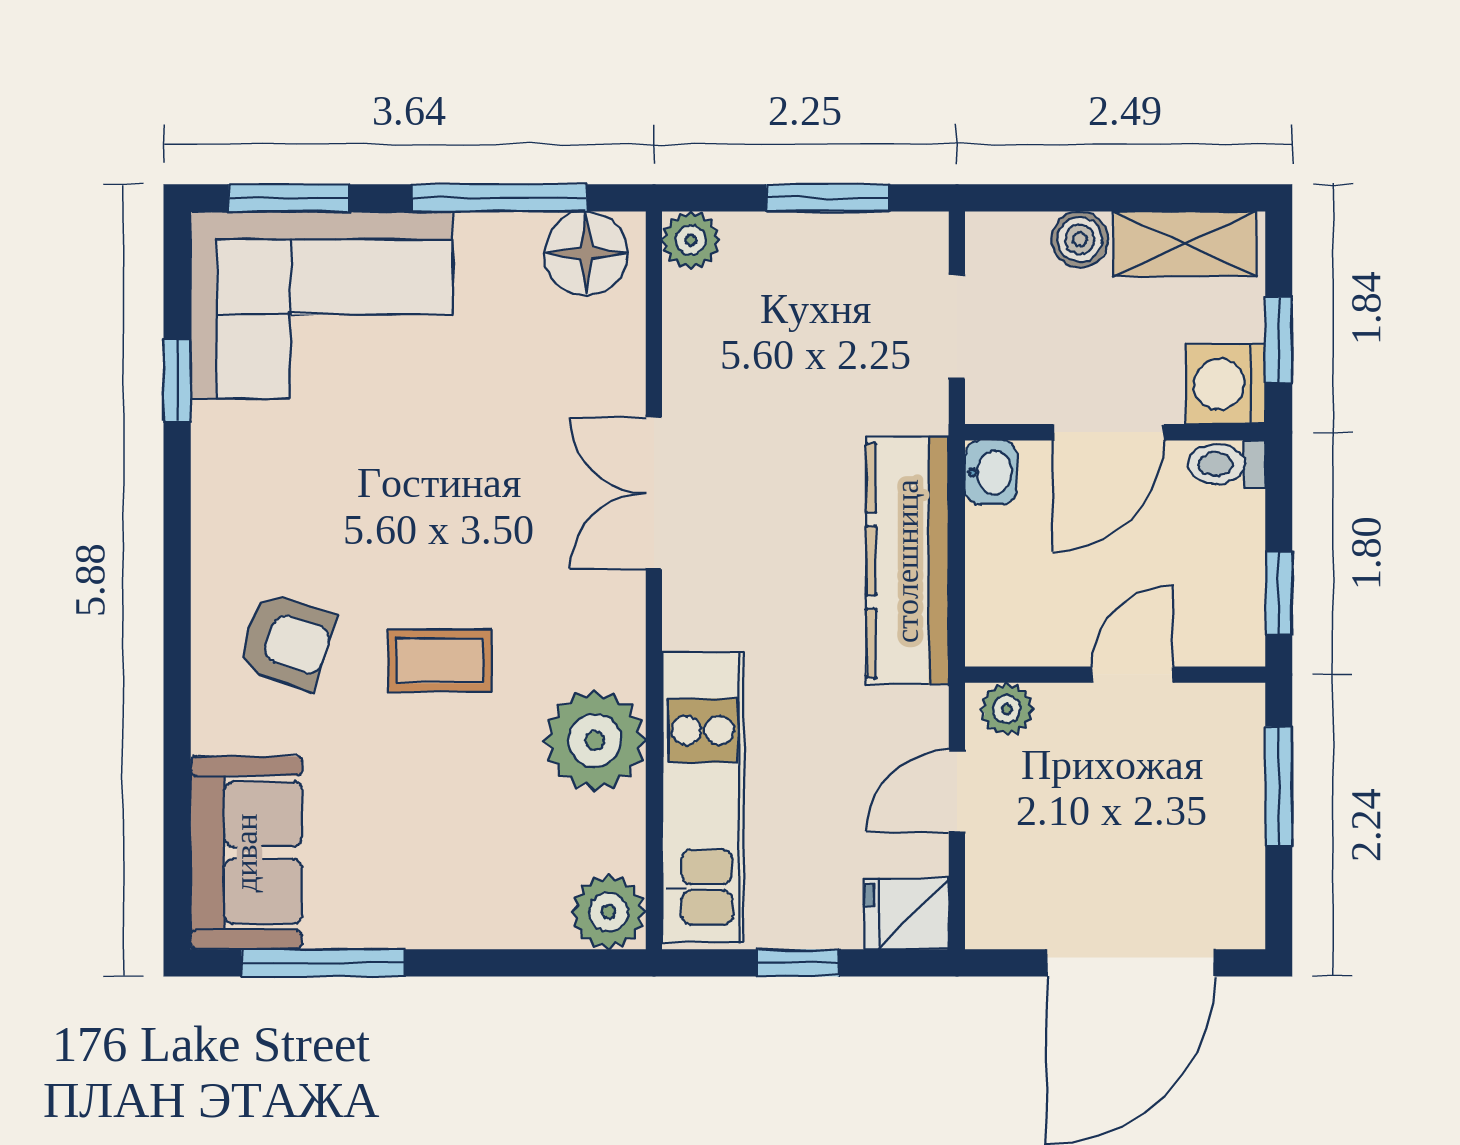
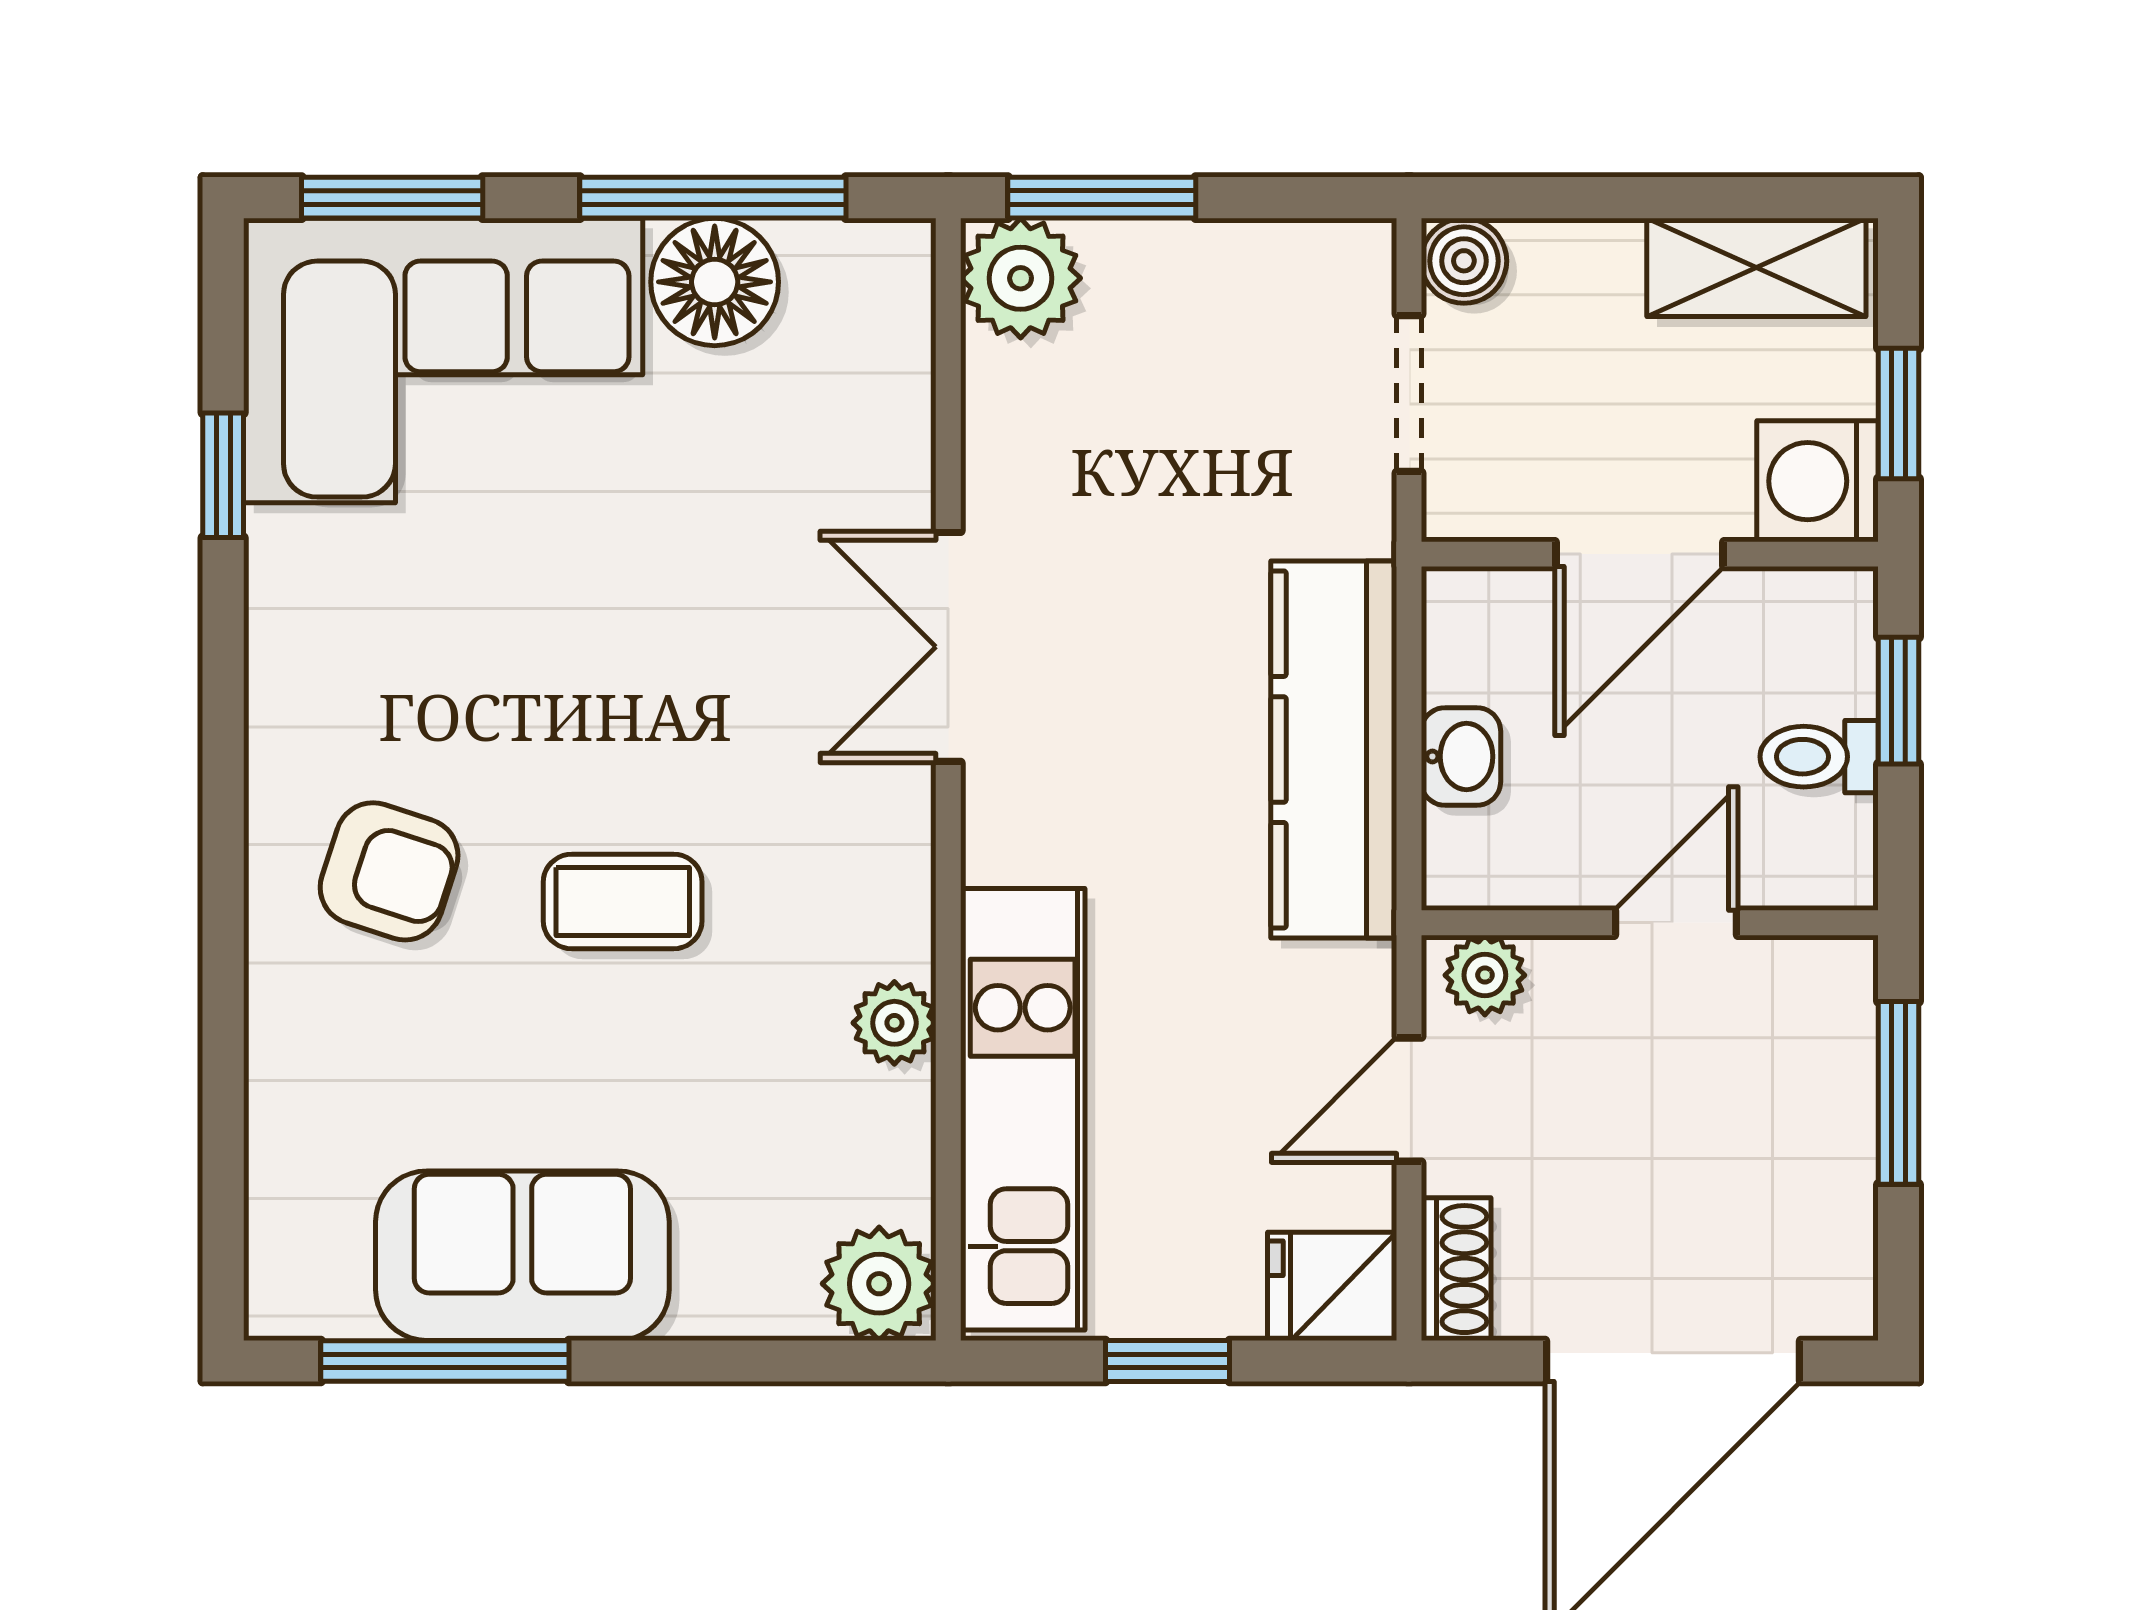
window: (828, 198) -> (1102, 198), moved
boiler: (1080, 239) -> (1464, 261), moved
plant: (691, 240) -> (1021, 278), width x1.38, depth x1.38
floor lamp: (586, 253) -> (715, 282), moved
toilet: (1227, 464) -> (1819, 757), moved
washbasin: (991, 473) -> (1461, 756), moved
window: (1279, 593) -> (1899, 701), moved
plant: (595, 740) -> (894, 1023), width x0.53, depth x0.53
sofa: (246, 853) -> (522, 1256), moved, turned -90
shoe rack: (988, 902) -> (1456, 1269), added

